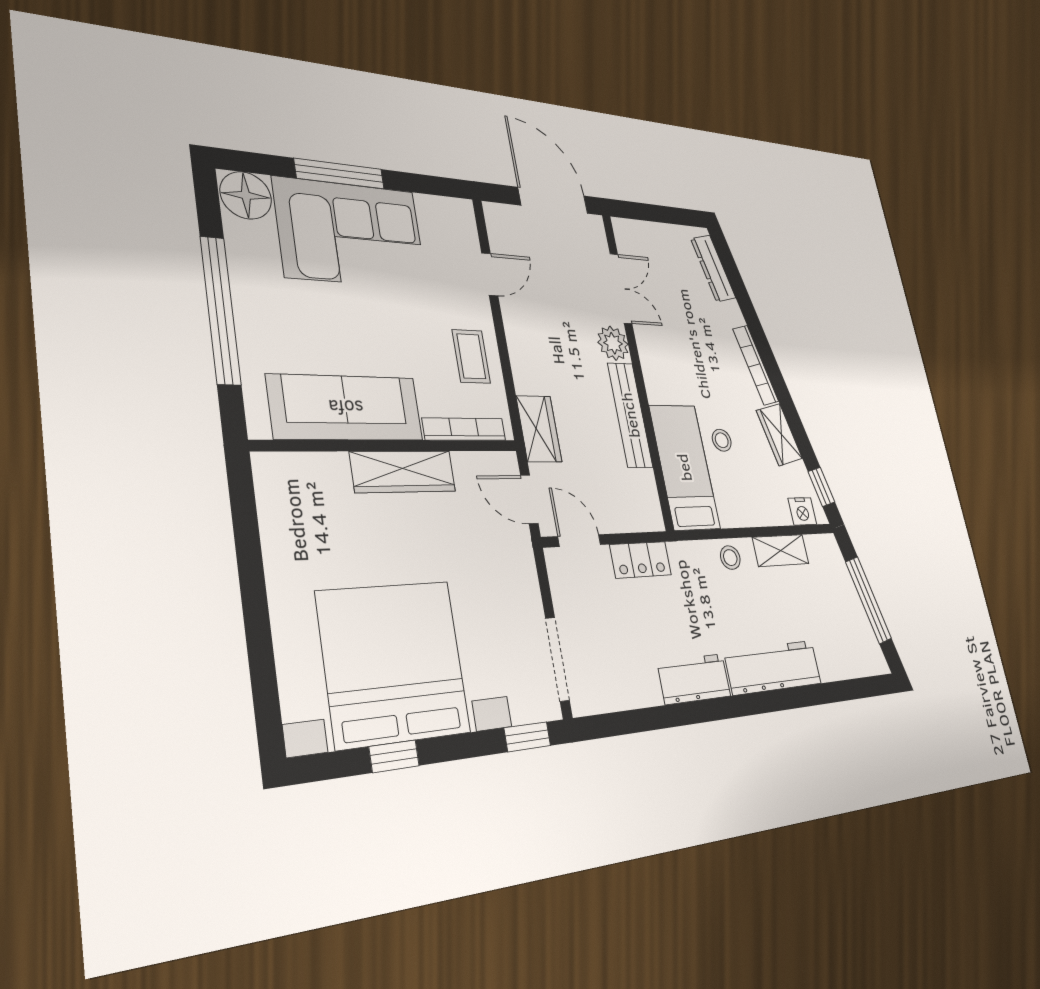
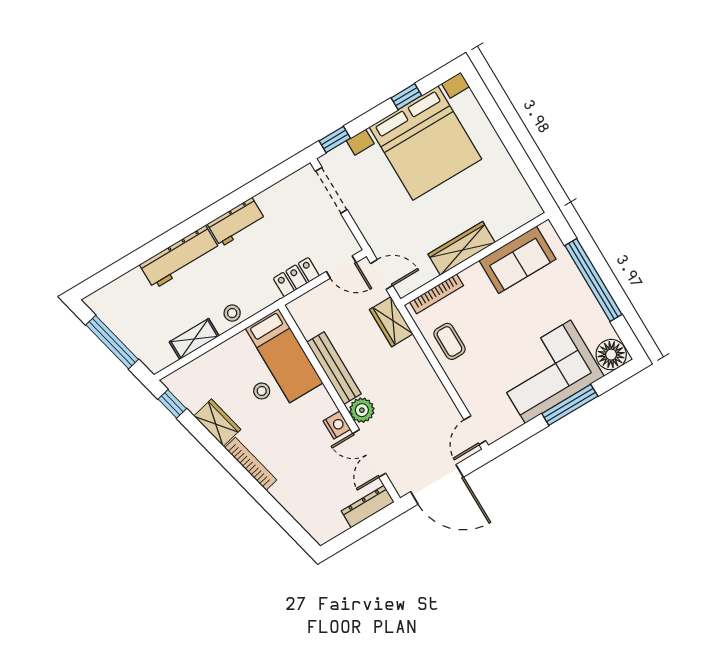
dresser: (713, 268) -> (368, 506), moved, turned -77
door: (490, 274) -> (475, 430), moved
sofa: (346, 408) -> (517, 260), width x0.73
nightstand: (802, 511) -> (337, 425), moved, turned 90

